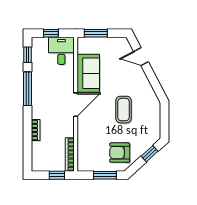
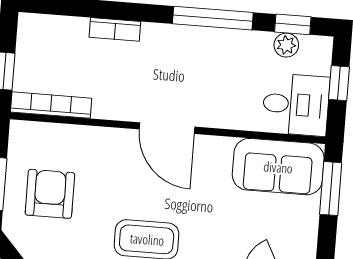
plant: (37, 57) -> (286, 45), added
sofa: (88, 73) -> (278, 167), moved
armchair: (120, 153) -> (50, 194), moved

